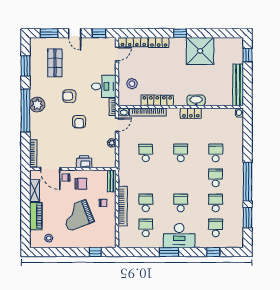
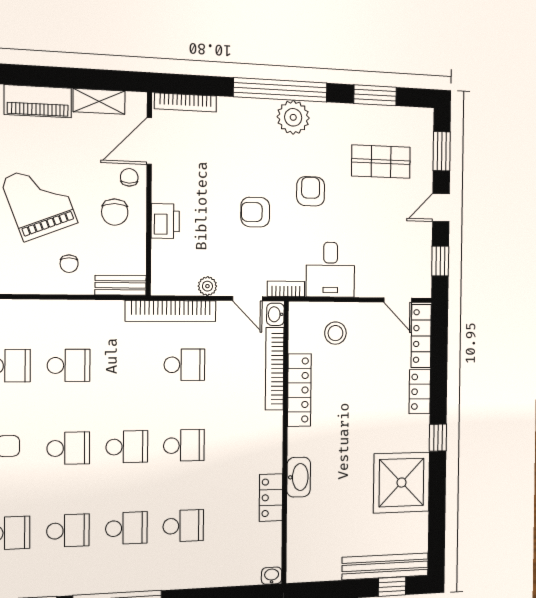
bench: (238, 85) -> (385, 566), moved
locker: (191, 113) -> (271, 498), moved
school desk: (181, 178) -> (127, 447), added
bookcase: (123, 206) -> (171, 311), moved

